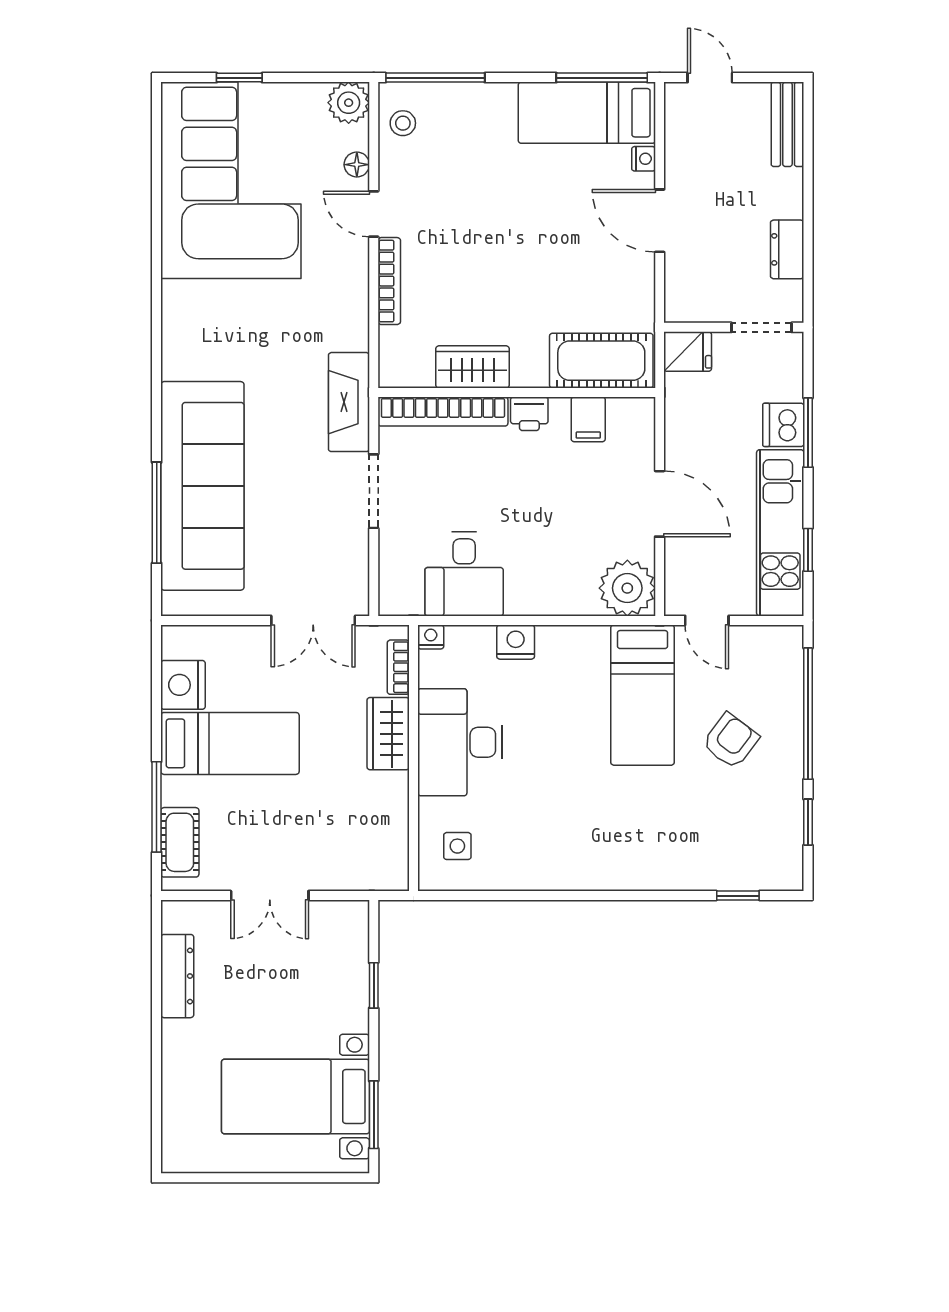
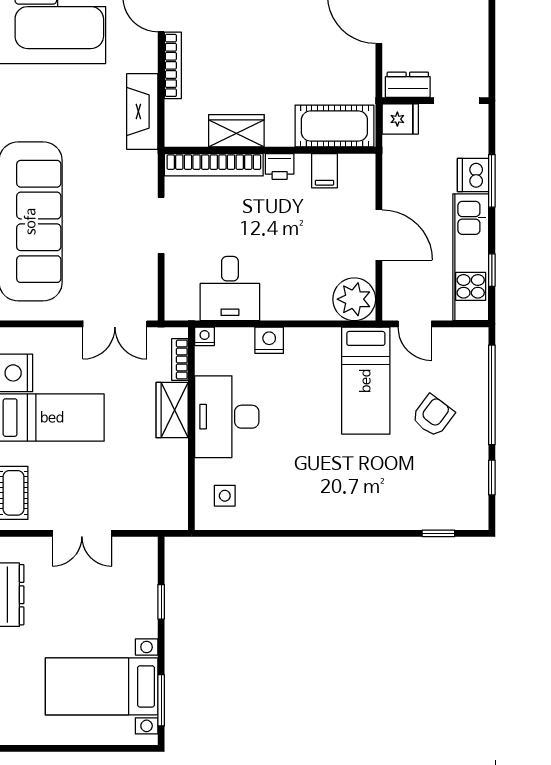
dresser: (787, 249) -> (408, 85), moved, turned 90
fireplace: (349, 402) -> (142, 112), moved

